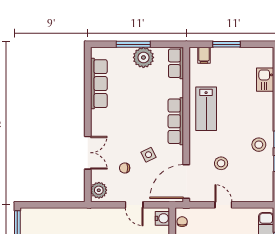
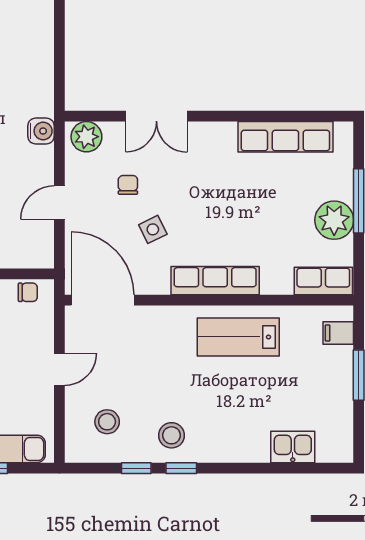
stool: (221, 163) -> (107, 422), moved
water cooler: (162, 218) -> (41, 131), moved, turned -90

